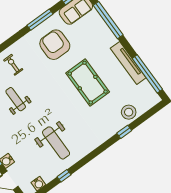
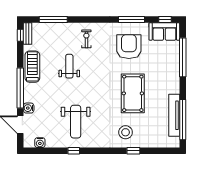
tv unit: (128, 63) -> (174, 115), moved
stool: (129, 112) -> (126, 132), moved
window: (64, 176) -> (74, 151), moved

